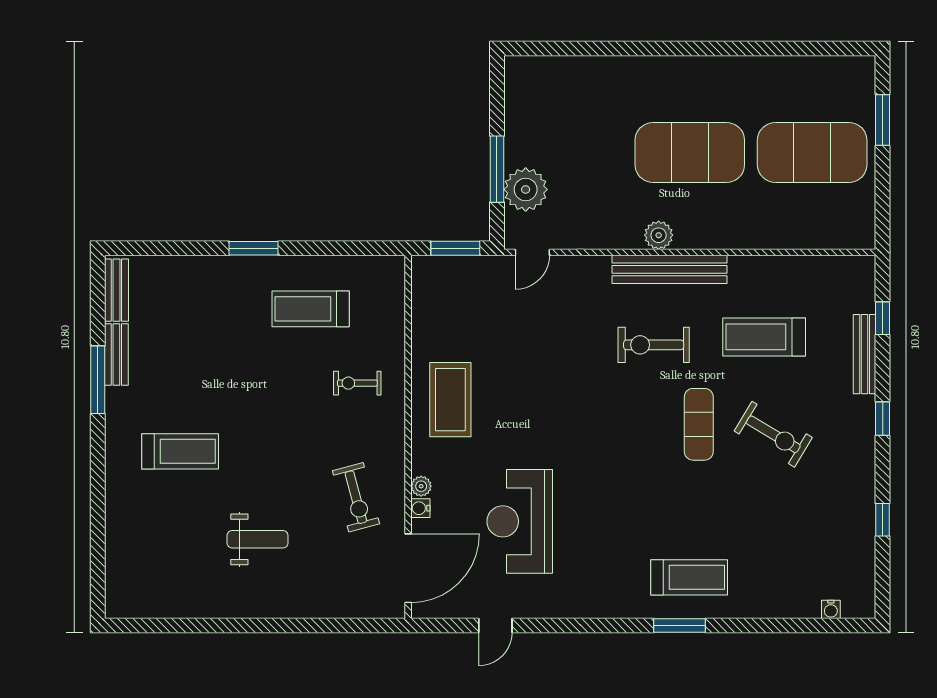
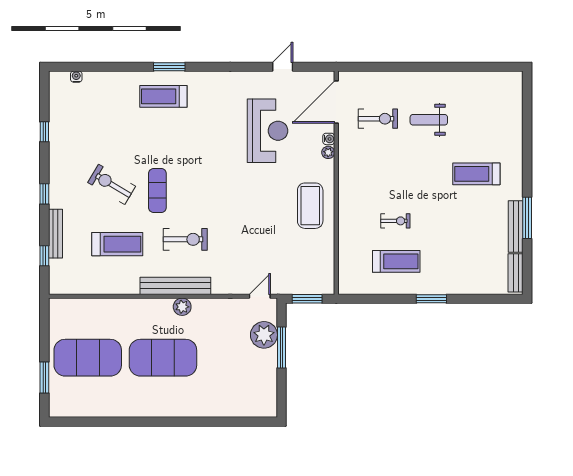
bench: (116, 354) -> (516, 227), width x1.36
exercise bike: (357, 383) -> (395, 221), moved
exercise bike: (356, 497) -> (378, 119), moved, turned 105

